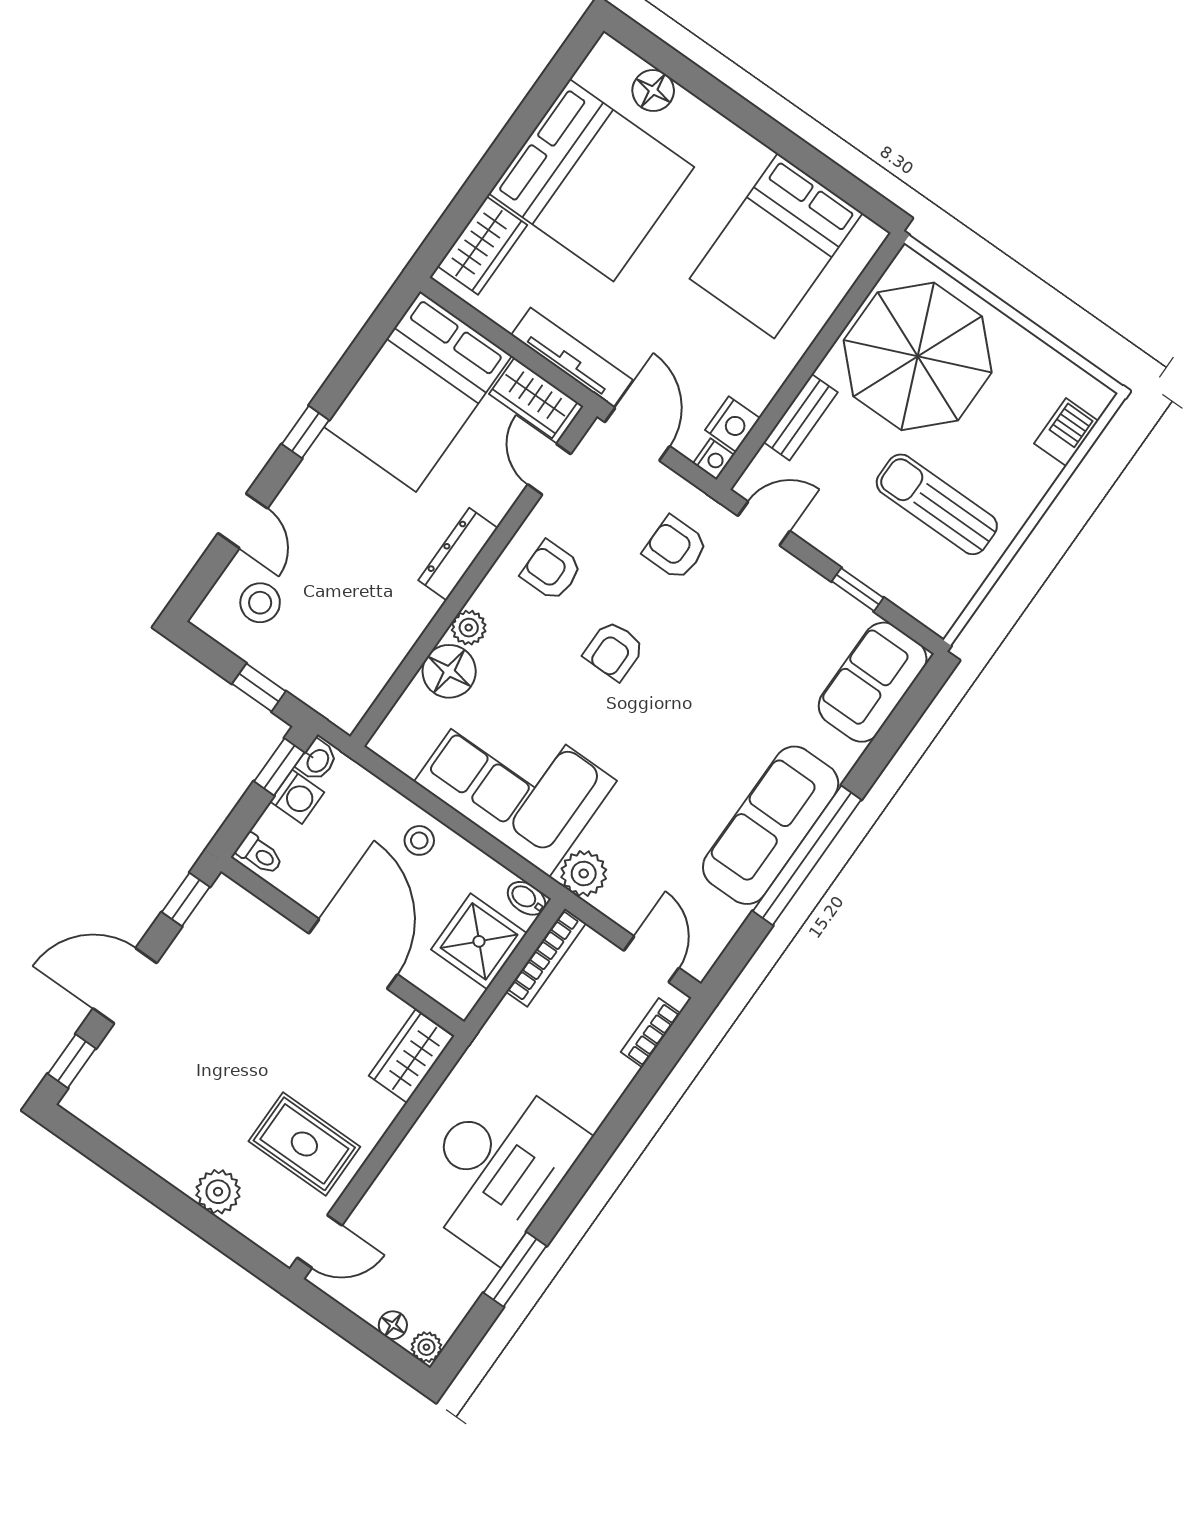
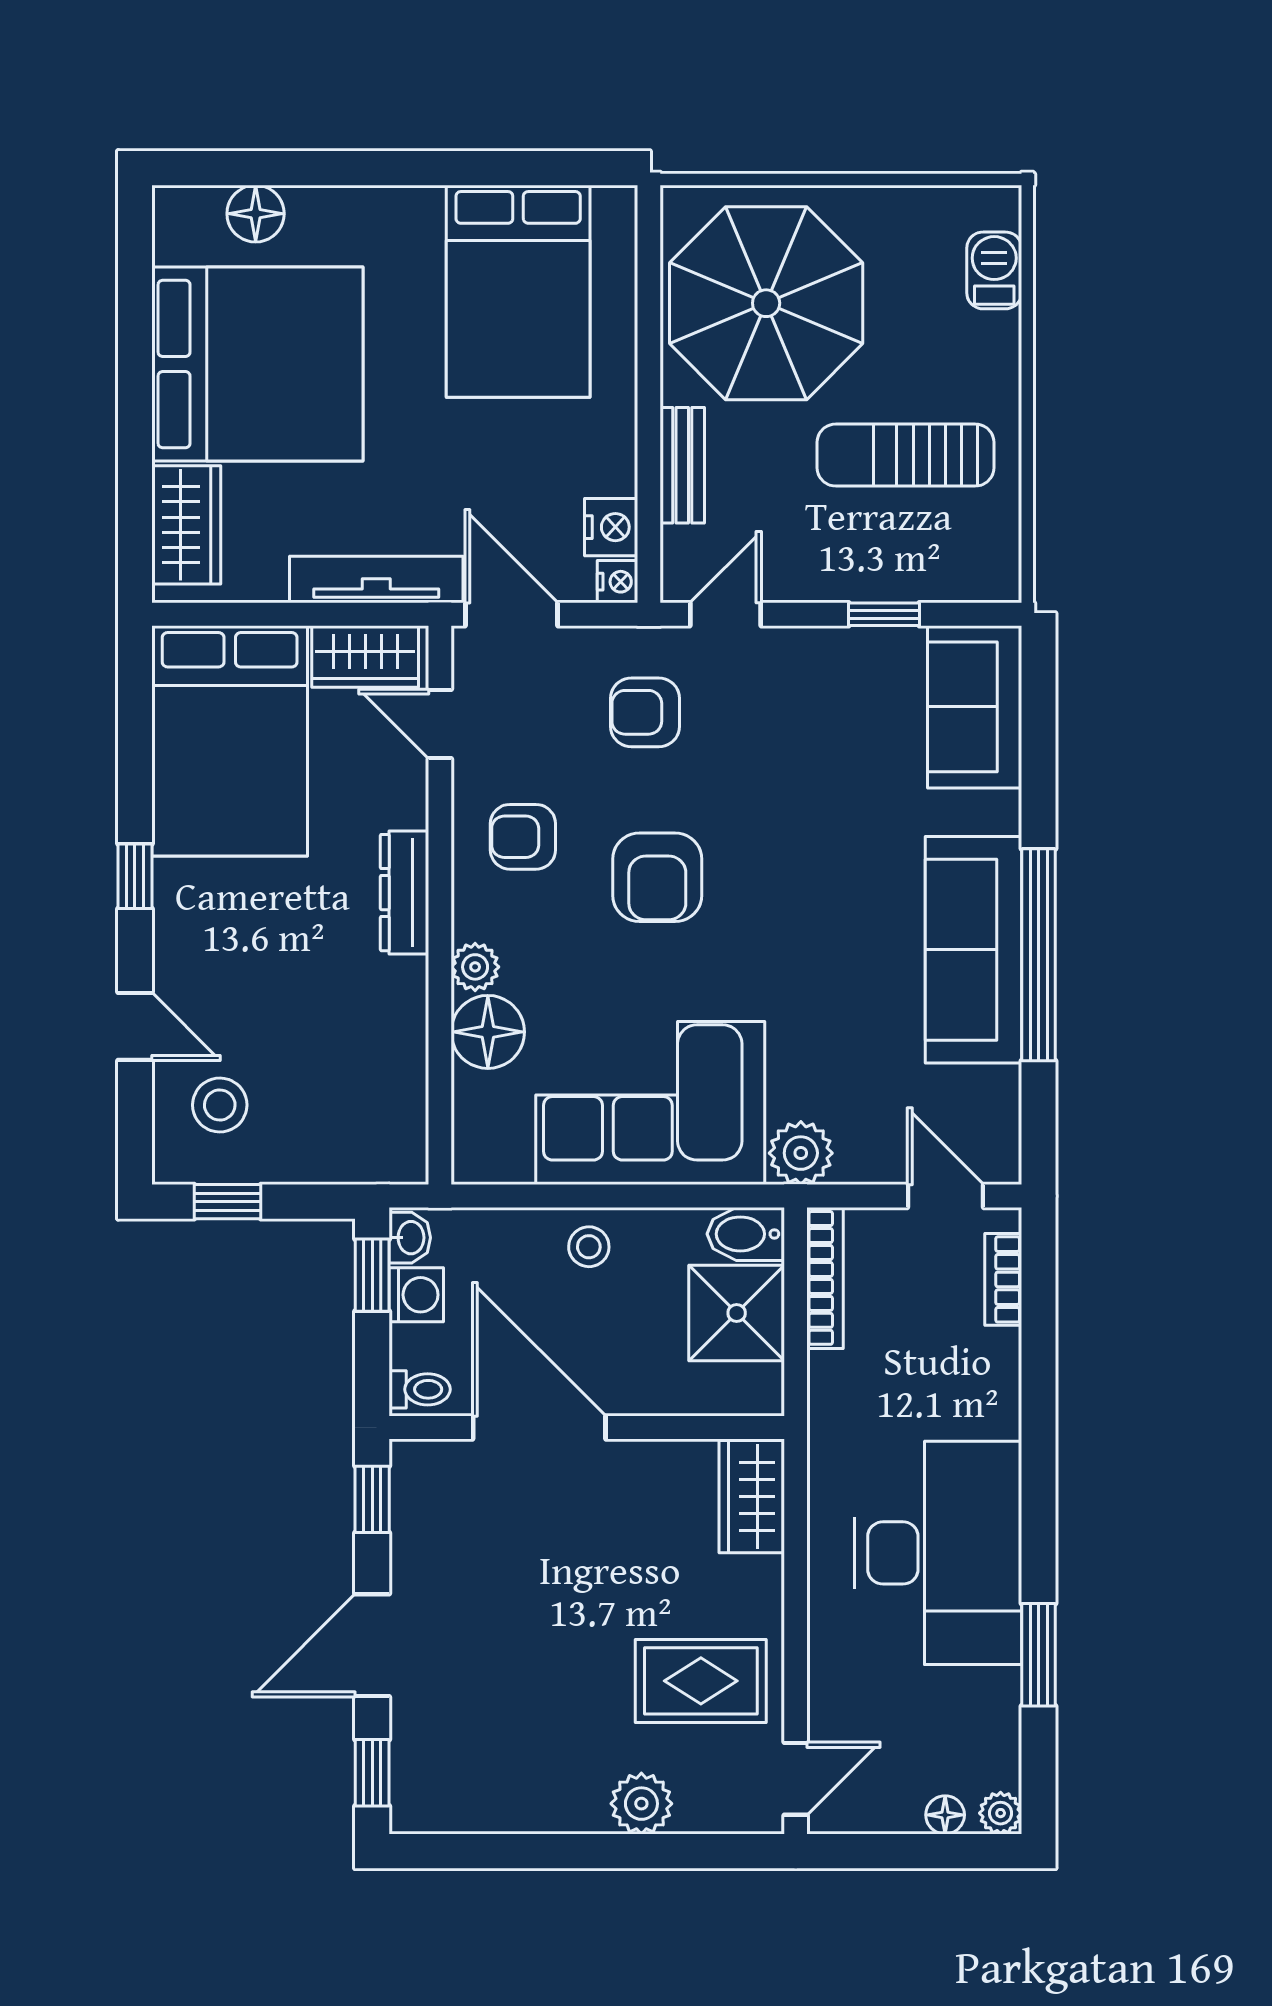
armchair: (614, 651) -> (657, 877), width x1.38, depth x1.38
window: (259, 687) -> (228, 1202), moved
bidet: (526, 898) -> (746, 1234), width x1.38, depth x1.36
door: (353, 954) -> (539, 1428), moved

